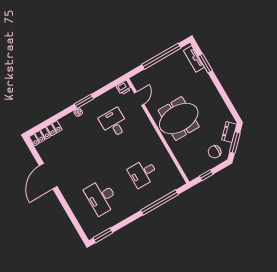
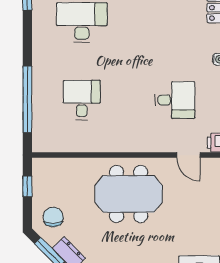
meeting table: (179, 118) -> (129, 194), turned 90

